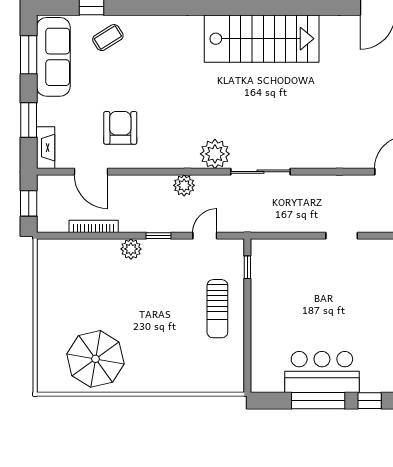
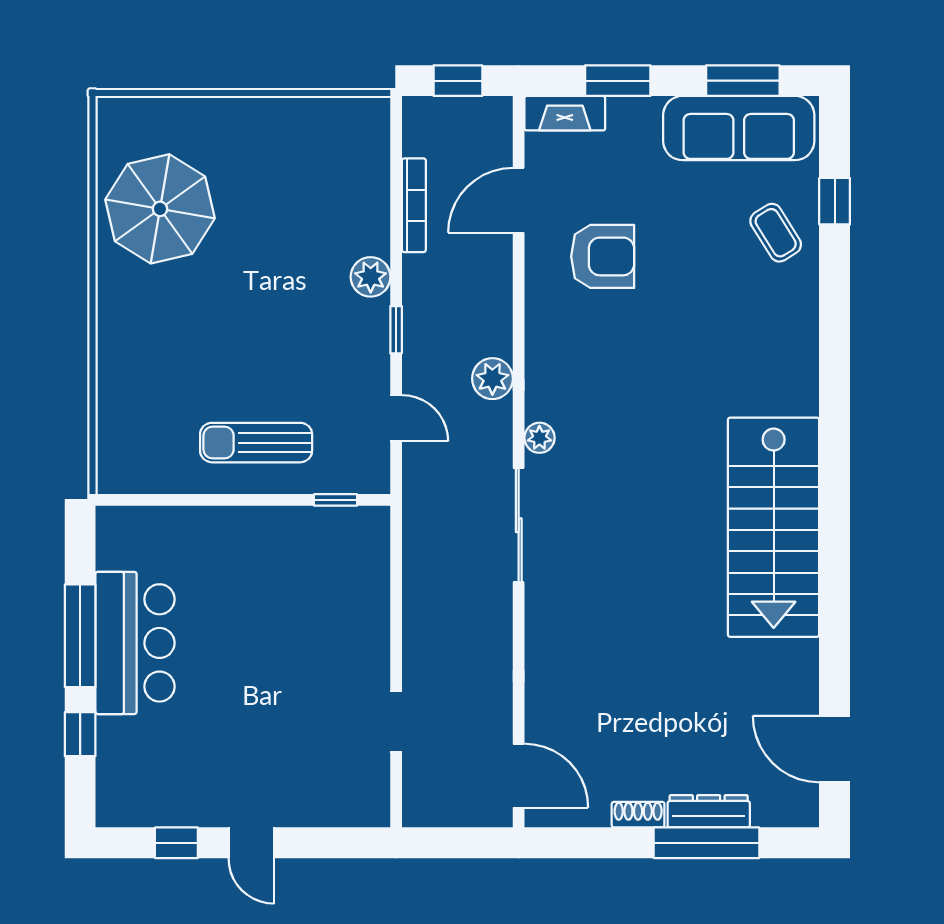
plant: (215, 154) -> (539, 438), width x0.53, depth x0.53
doorway: (342, 236) -> (396, 722), moved

